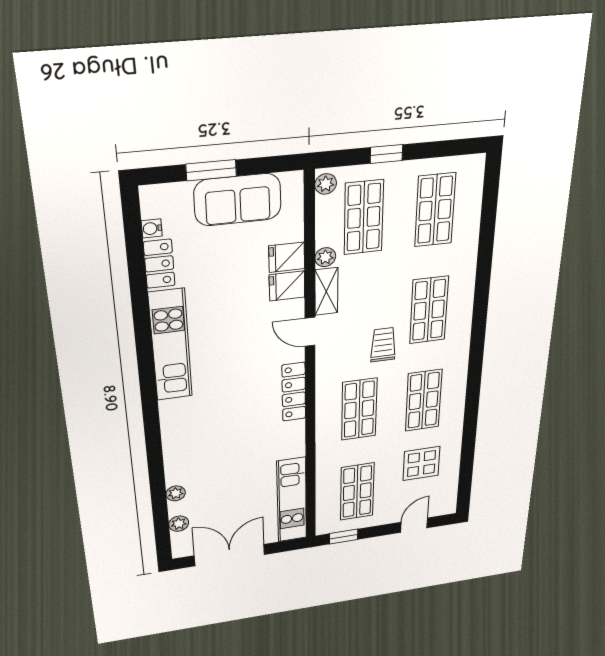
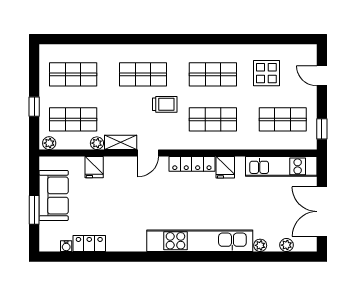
fridge: (287, 286) -> (225, 167), moved
kitchen unit: (171, 345) -> (200, 241), moved, width x1.36
trolley: (383, 345) -> (165, 104), turned 180

